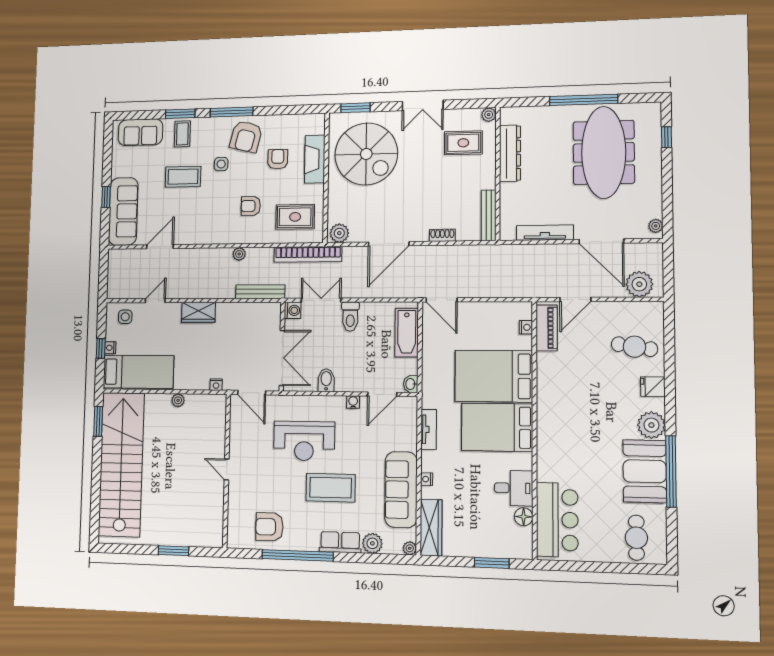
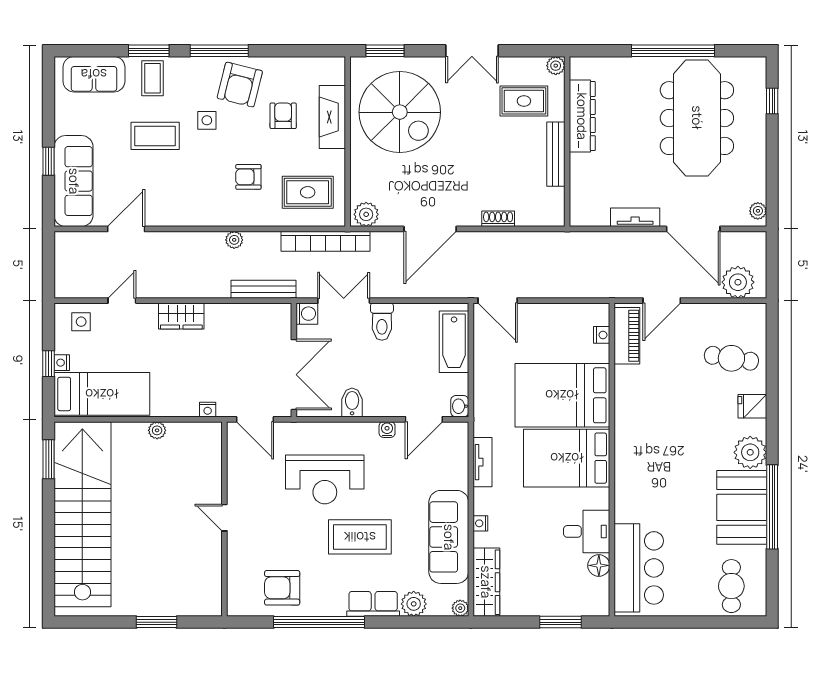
bench: (489, 215) -> (556, 154), moved
tv unit: (545, 233) -> (635, 217), width x0.71

